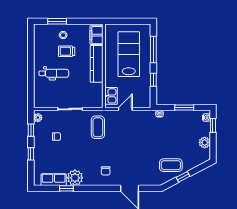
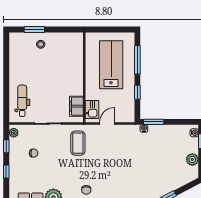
filing cabinet: (96, 35) -> (76, 106), moved
trolley: (67, 51) -> (44, 62), removed
kitchen counter: (97, 64) -> (77, 75), removed
dental chair: (54, 73) -> (22, 101), moved, turned -90
window: (184, 107) -> (154, 122), moved
coffee table: (171, 165) -> (156, 184), removed

